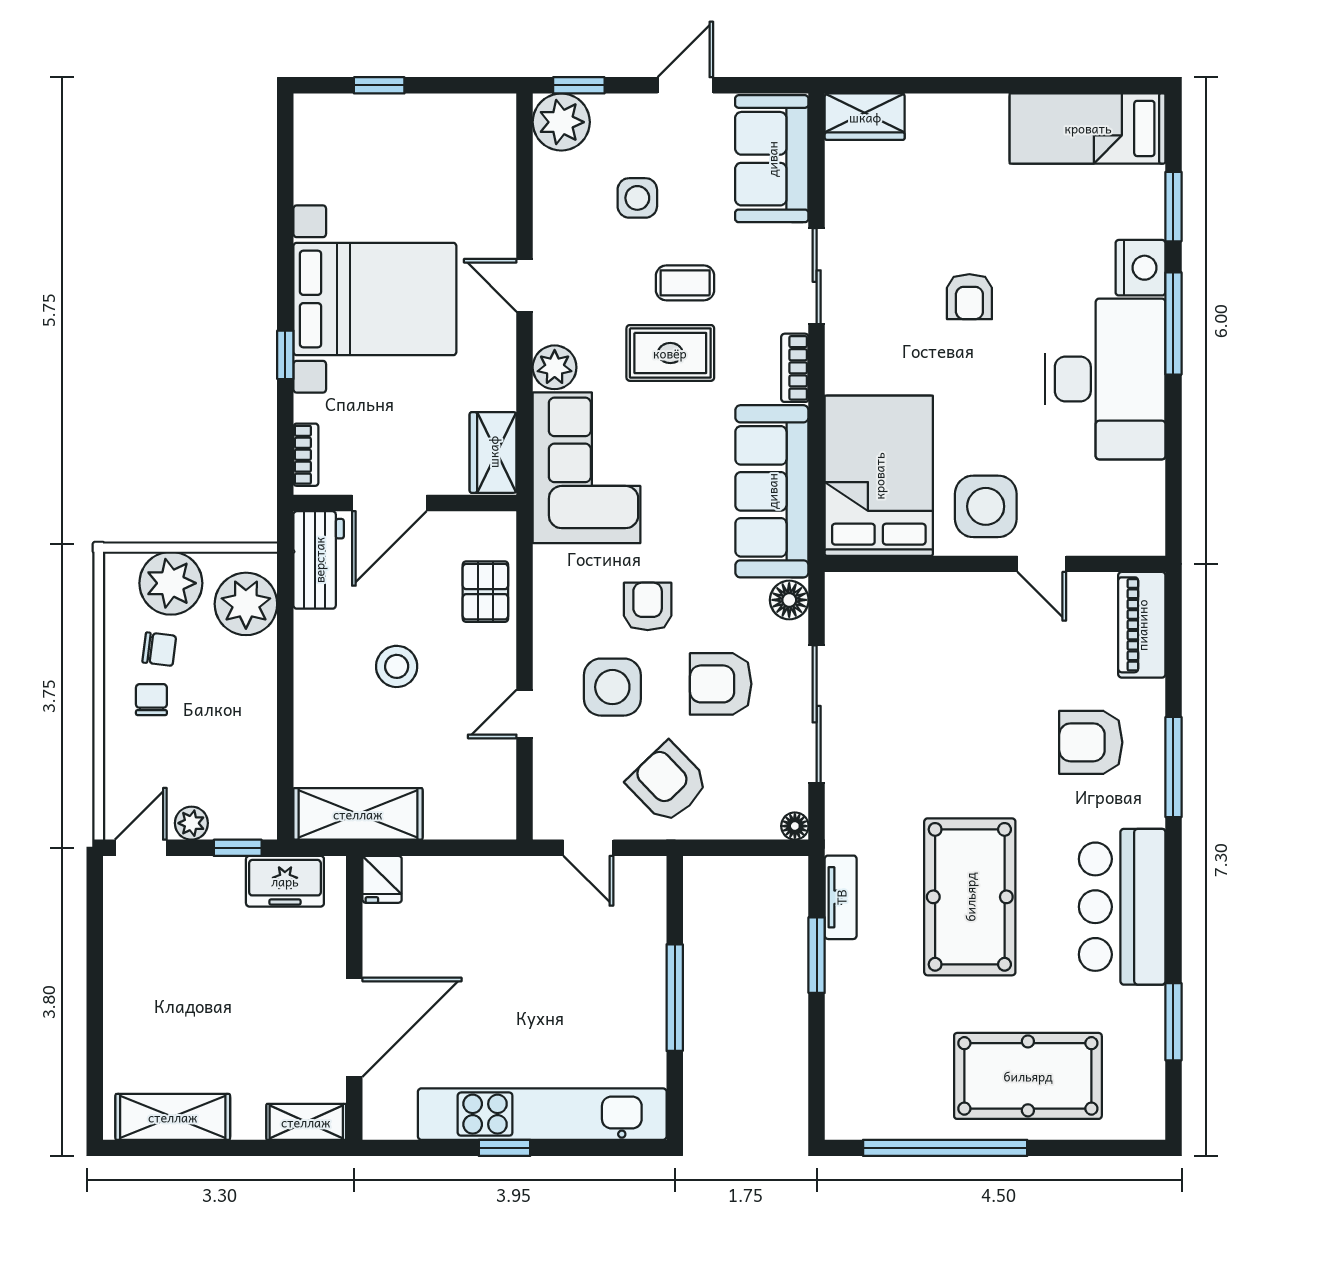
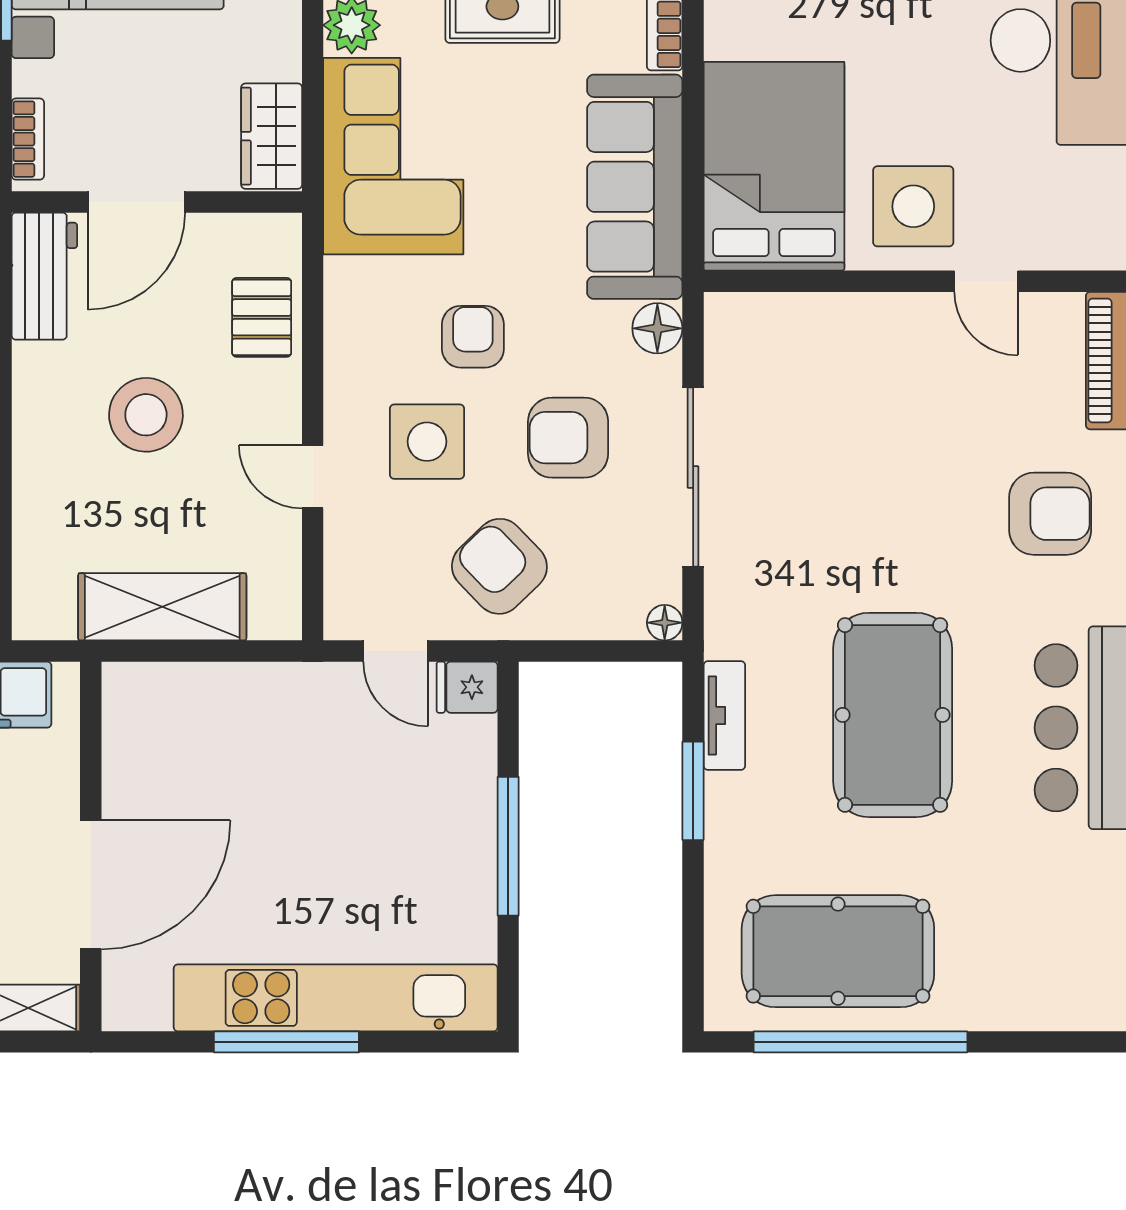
stool: (397, 666) -> (146, 415), width x1.38, depth x1.38
door: (525, 714) -> (313, 477), hinge flipped
armchair: (1091, 742) -> (1050, 514), turned 180
shelving: (358, 814) -> (162, 607), moved
fridge: (382, 879) -> (467, 687), moved, turned 90
pool table: (1028, 1076) -> (838, 951), moved
window: (504, 1148) -> (286, 1042), width x2.17

